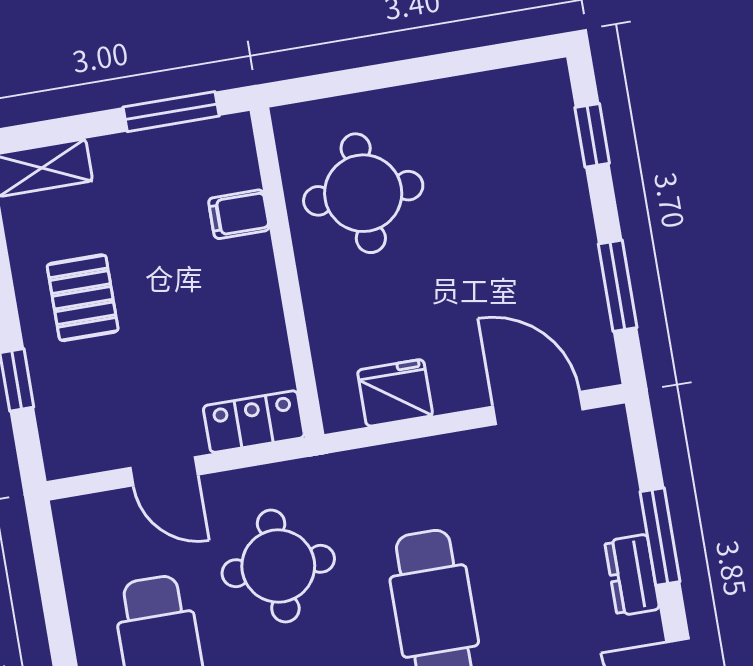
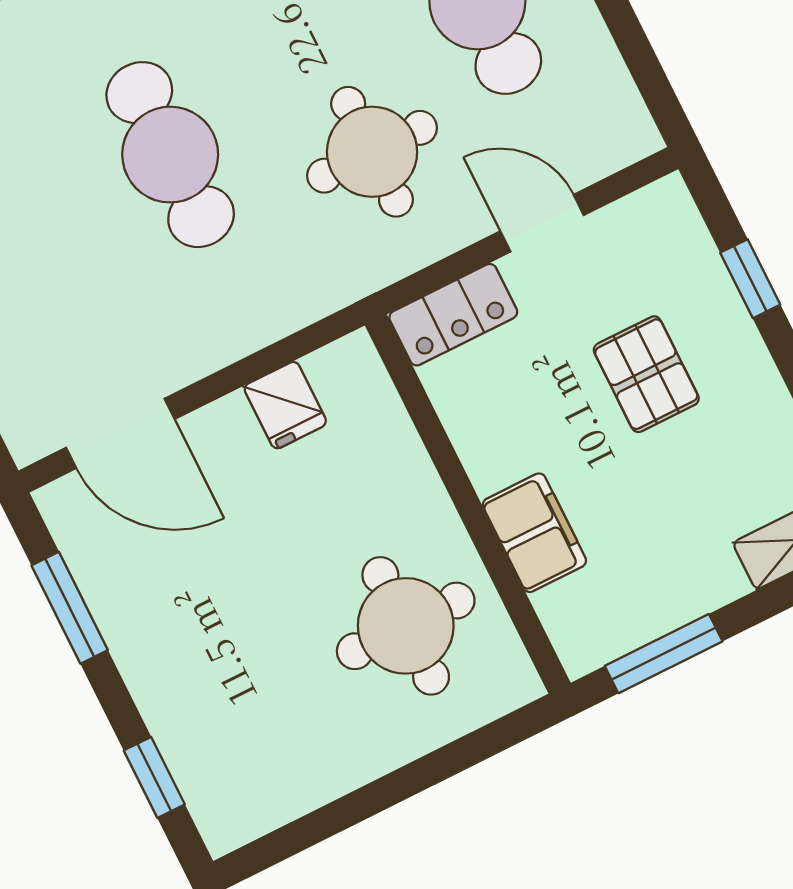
filing cabinet: (239, 214) -> (534, 533), width x2.00
pallet: (83, 298) -> (646, 374), moved
fridge: (395, 393) -> (285, 405), width x0.72

